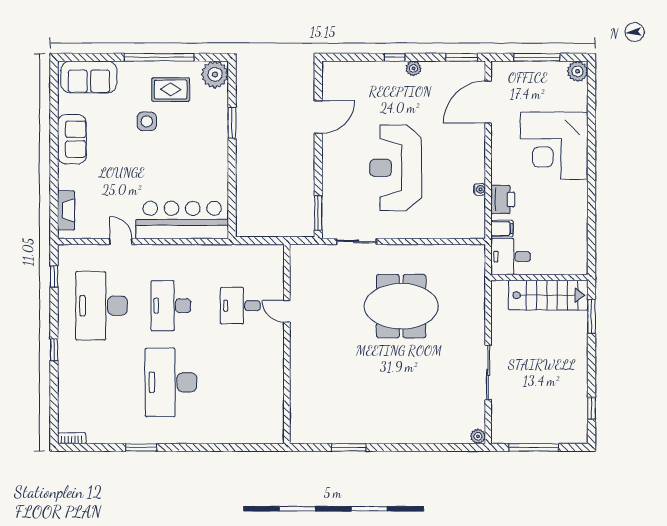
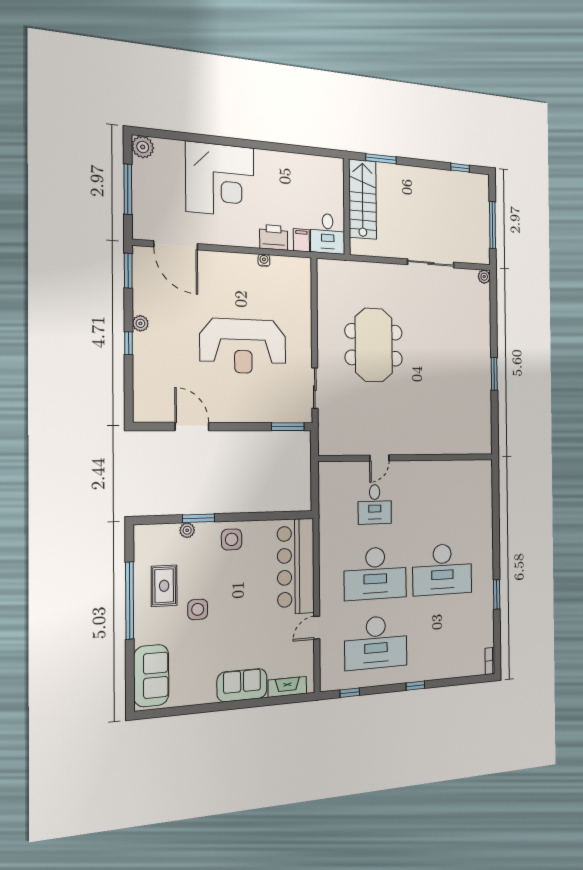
plant: (215, 74) -> (187, 530), moved, width x0.53, depth x0.53
sofa: (72, 139) -> (242, 685), moved
side table: (211, 155) -> (232, 539), added
desk: (171, 306) -> (375, 573), width x1.36, depth x1.30
window: (349, 447) -> (494, 374), moved

